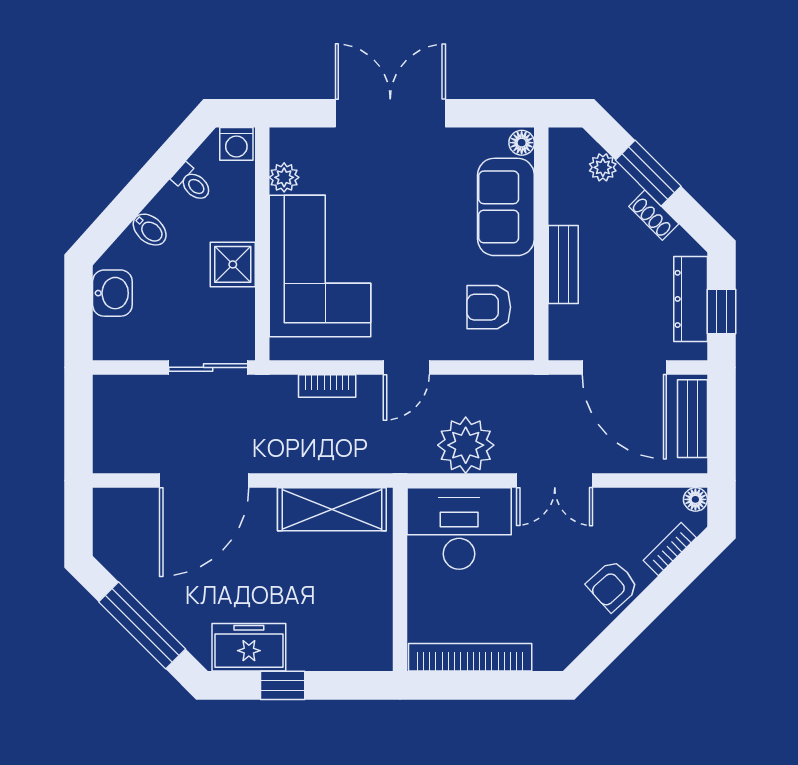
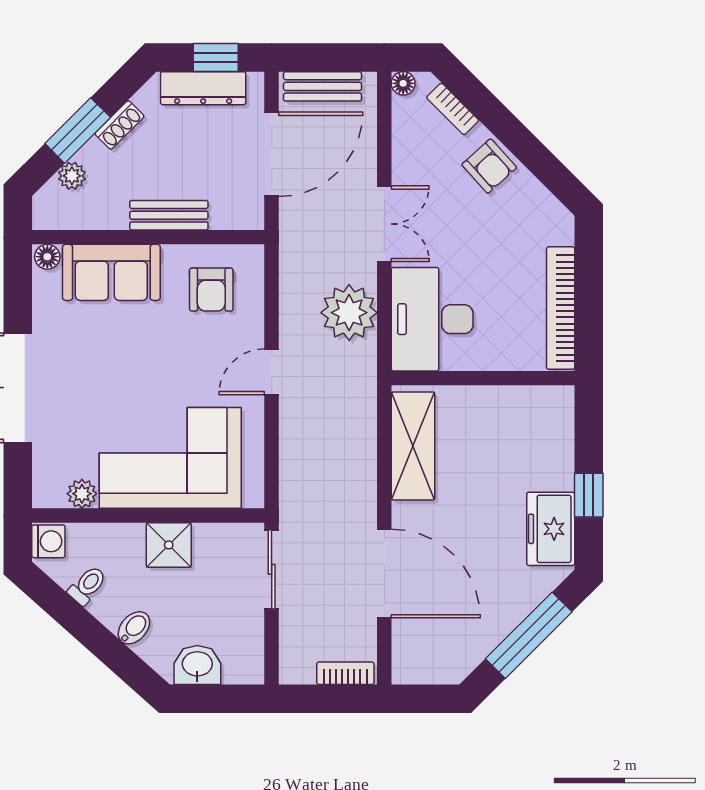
door: (406, 367) -> (272, 372), swing flipped
bookcase: (327, 386) -> (345, 673), moved, turned -90

